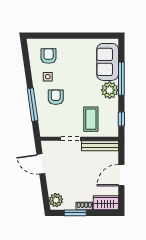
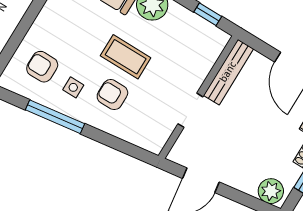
window: (33, 105) -> (55, 117), moved
coffee table: (91, 119) -> (126, 57), moved

